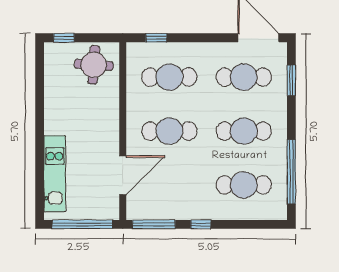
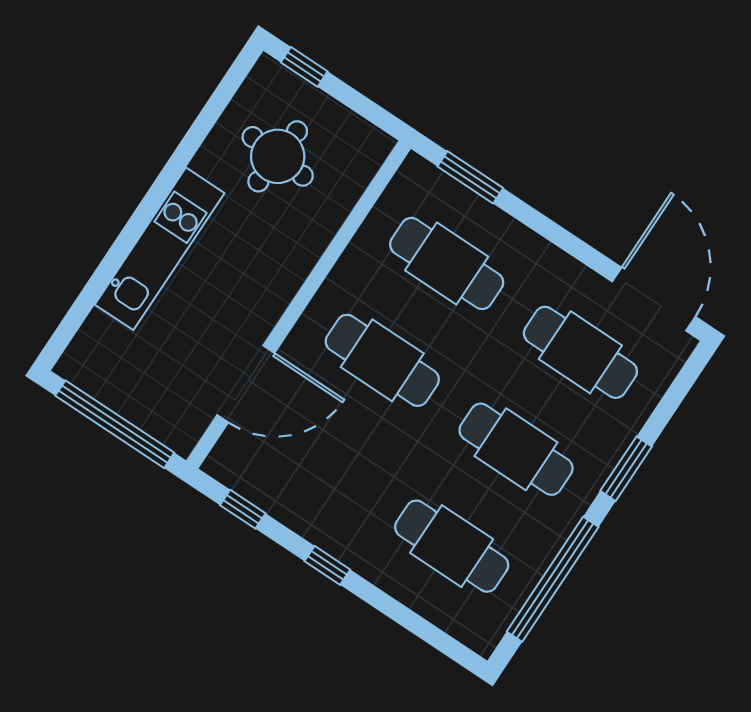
window: (156, 38) -> (470, 177), width x1.50
round table: (94, 65) -> (278, 156), moved
window: (291, 80) -> (626, 469), moved
kitchen unit: (55, 174) -> (160, 249), moved
window: (154, 224) -> (243, 509), width x0.46

